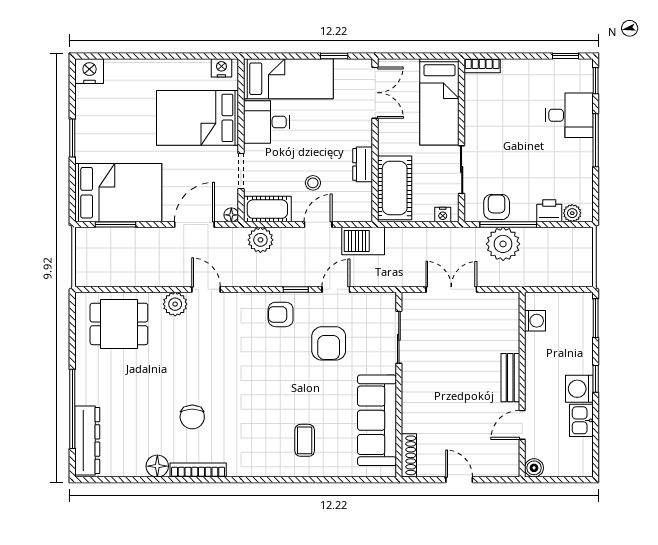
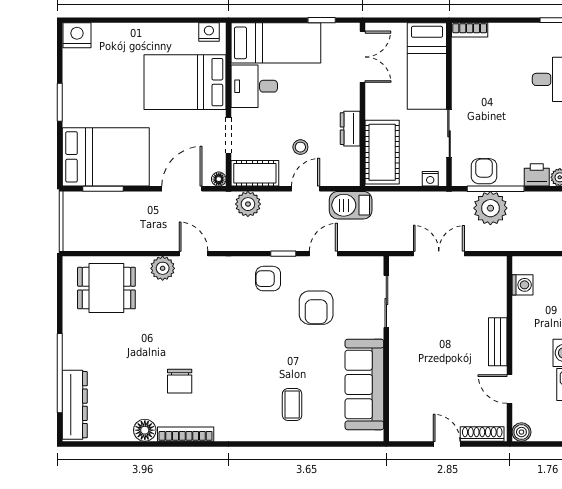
door: (522, 425) -> (510, 389), hinge flipped
shoe rack: (409, 455) -> (482, 434), moved, turned -90

